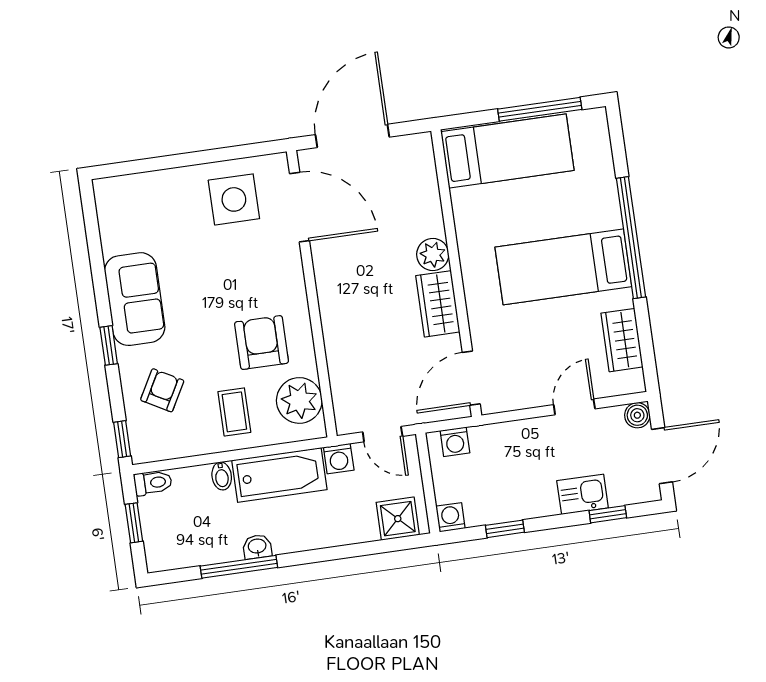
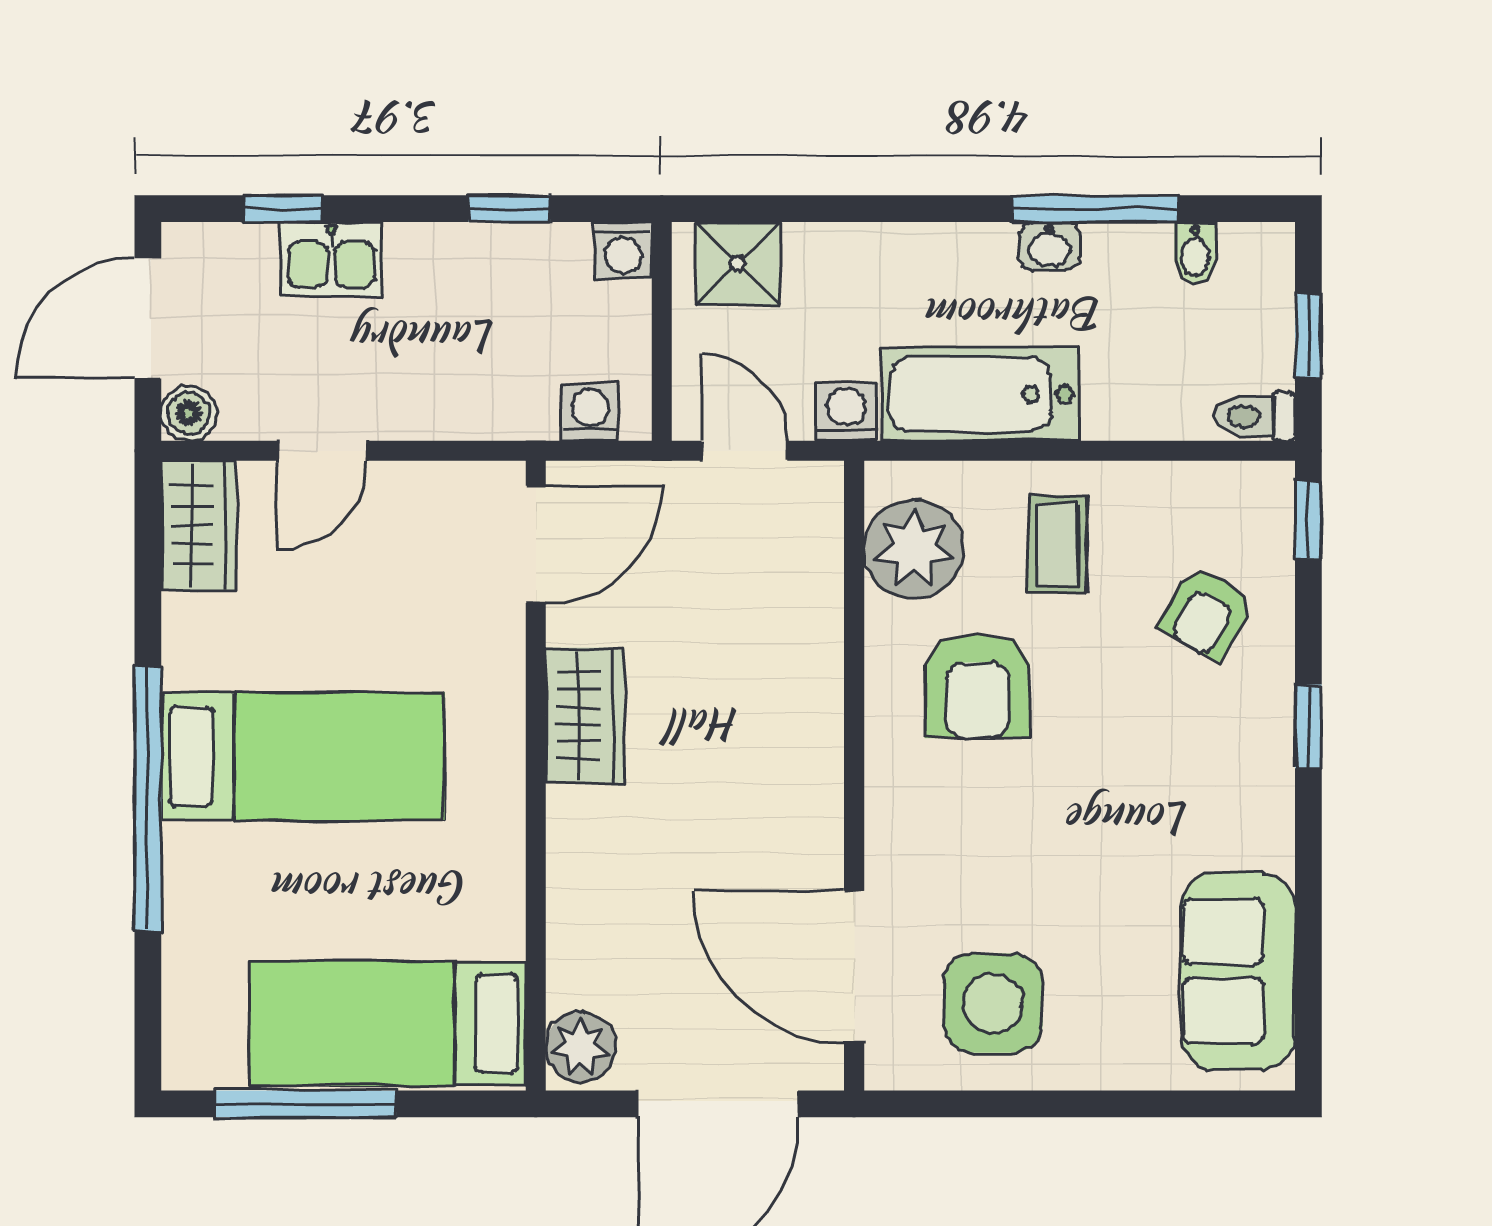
plant: (433, 255) -> (581, 1047), moved
sofa: (135, 299) -> (1238, 971), moved
wardrobe: (622, 340) -> (199, 525), moved
bidet: (222, 476) -> (1195, 253), moved, turned 180

